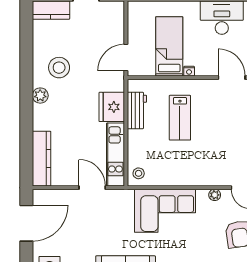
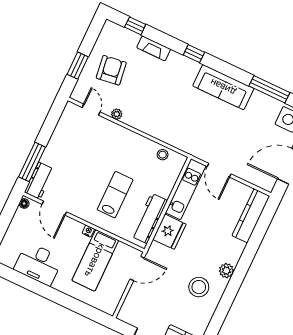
workbench: (137, 111) -> (149, 218), width x1.37
stool: (139, 173) -> (163, 155), moved
corner sofa: (165, 211) -> (166, 121), removed

